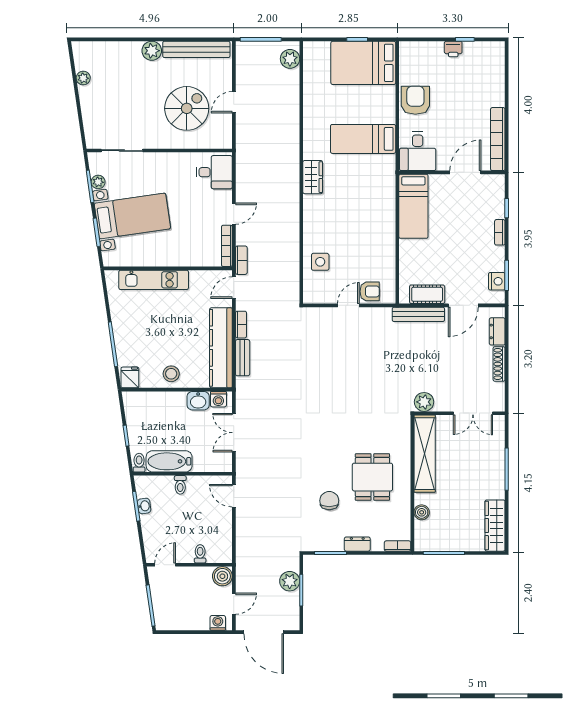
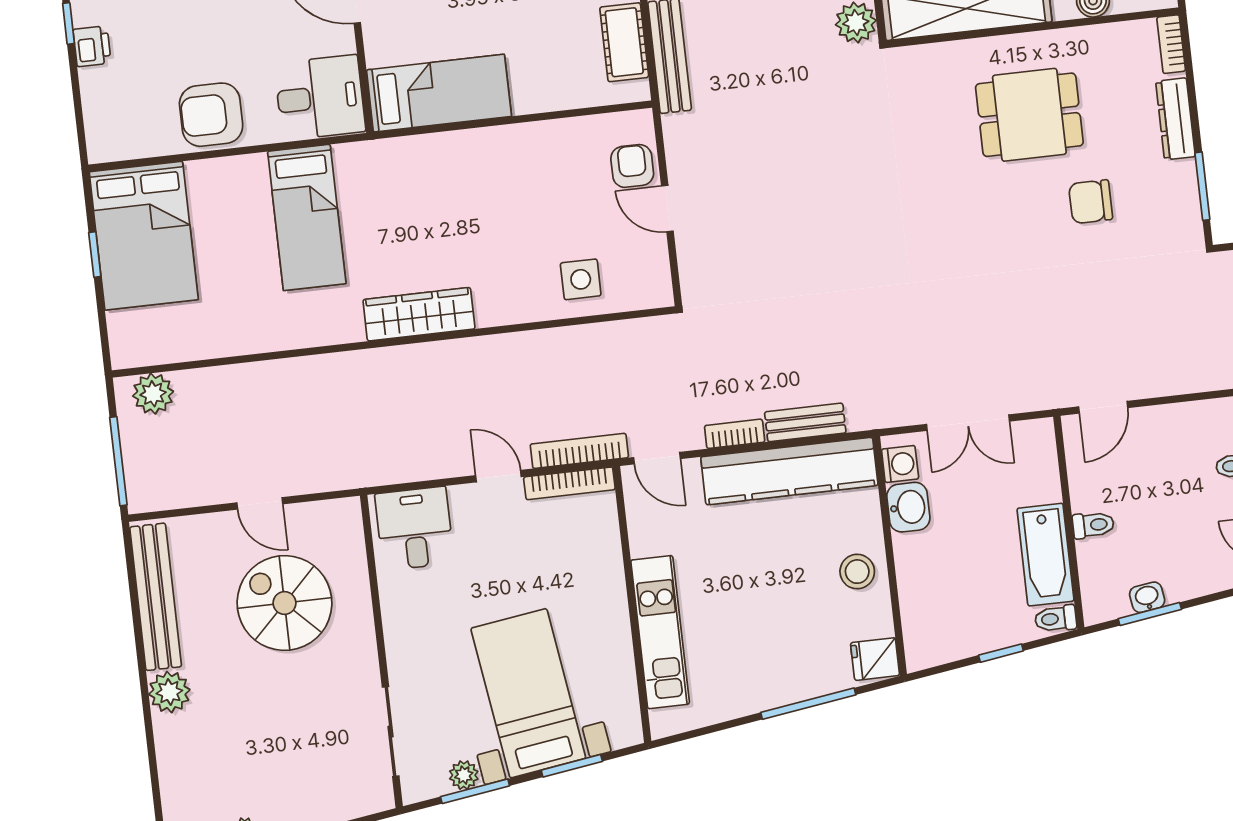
wardrobe: (313, 177) -> (419, 314), width x1.50
bookcase: (241, 260) -> (579, 451), width x1.56
dresser: (357, 544) -> (1175, 119), width x1.44

